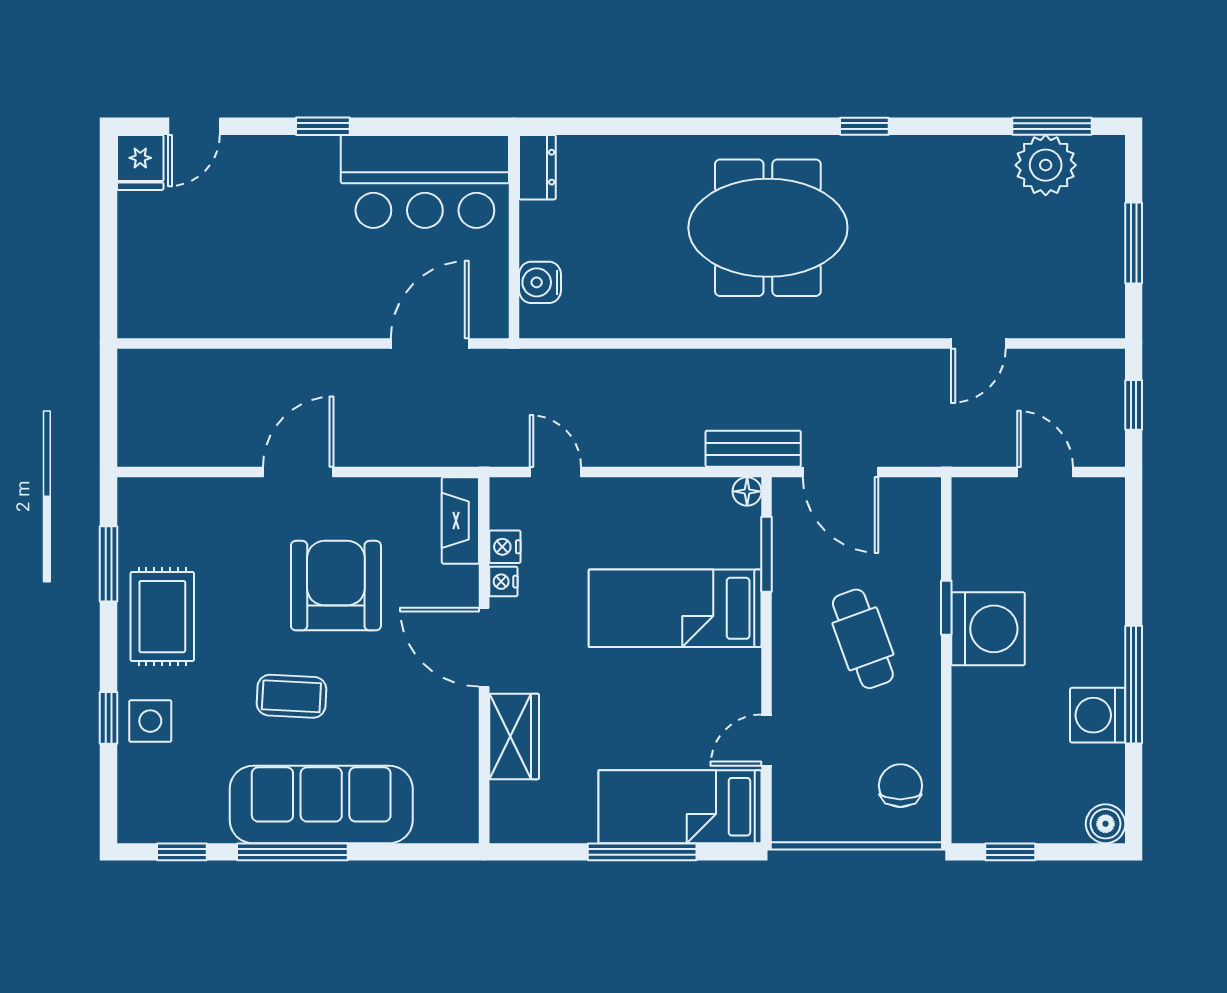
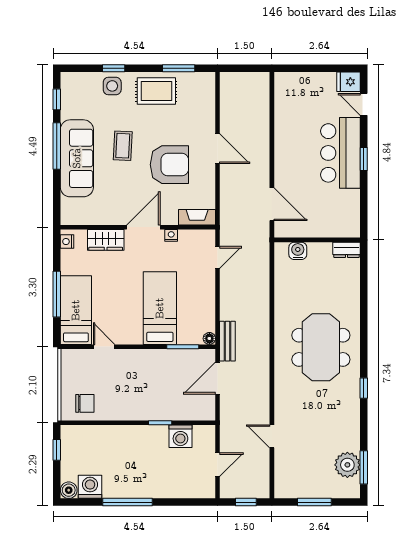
bar counter: (425, 181) -> (340, 153), moved
nightstand: (505, 547) -> (67, 242), moved, turned -90
washing machine: (988, 629) -> (180, 436), moved, width x0.73, depth x0.73
cafe table: (863, 639) -> (147, 387), removed
washing machine: (1098, 715) -> (90, 487), moved

